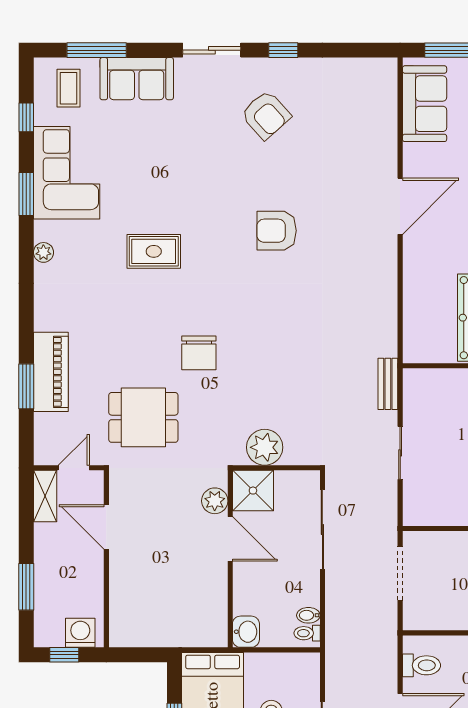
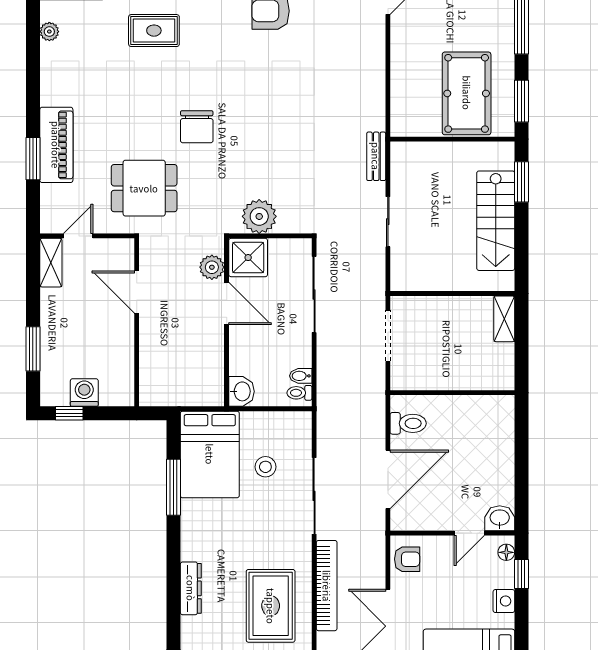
door: (106, 527) -> (137, 292), moved
wall: (106, 559) -> (137, 322), moved

